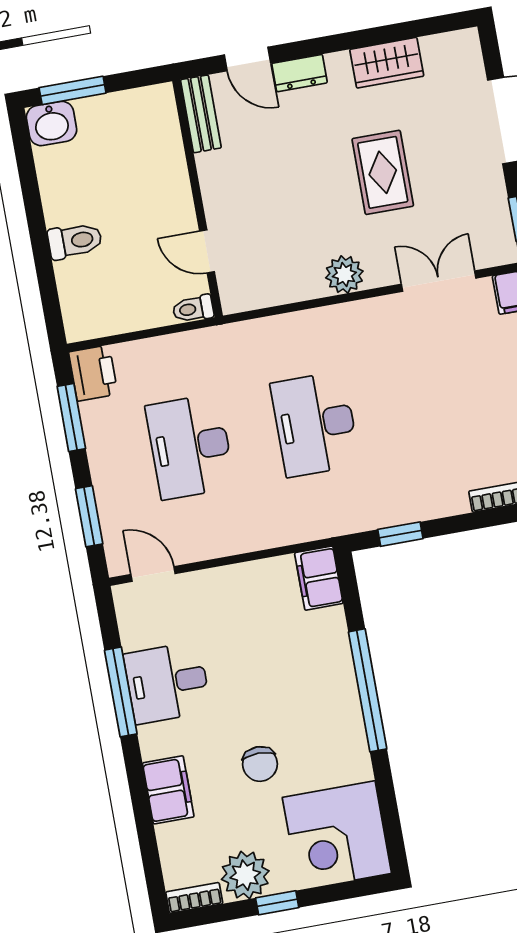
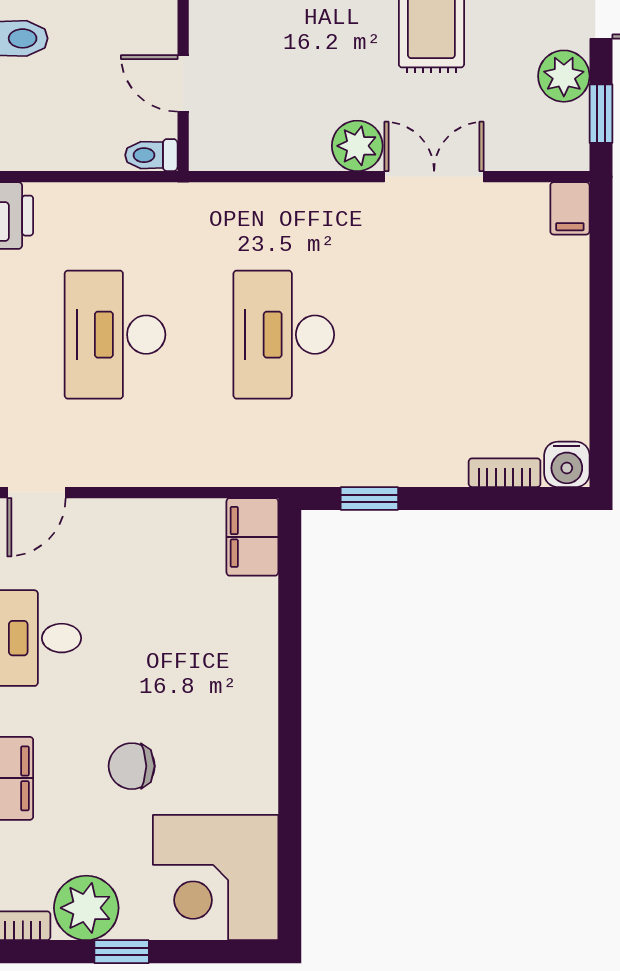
plant: (488, 195) -> (564, 76), added
double door: (439, 281) -> (434, 177), moved
door: (153, 574) -> (36, 493), swing flipped
window: (368, 690) -> (290, 695), removed
chair: (260, 764) -> (132, 766), turned 90

